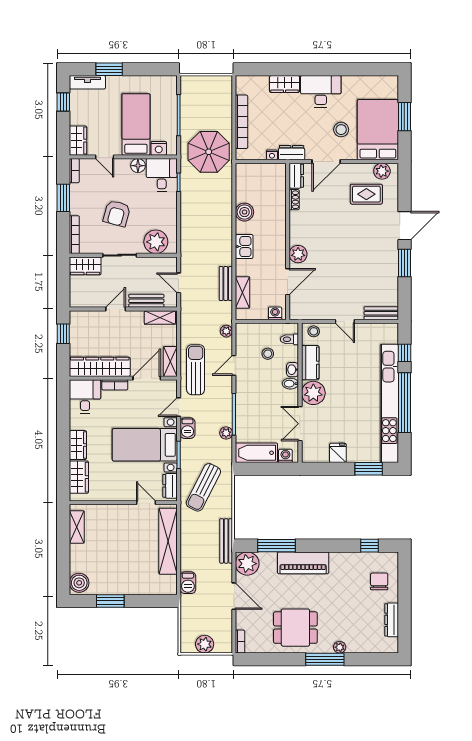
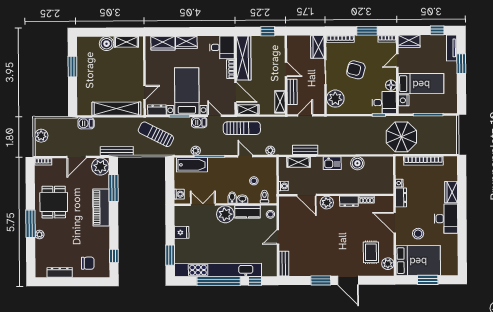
dresser: (296, 176) -> (349, 201), moved
bathtub: (256, 453) -> (192, 165), moved, turned 90
boiler: (79, 583) -> (107, 44), moved

